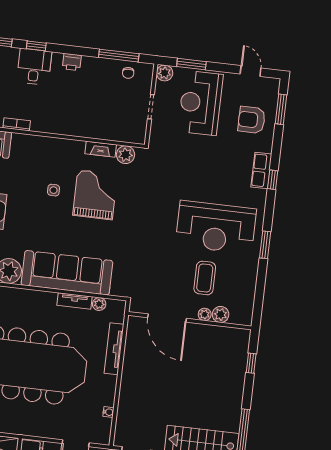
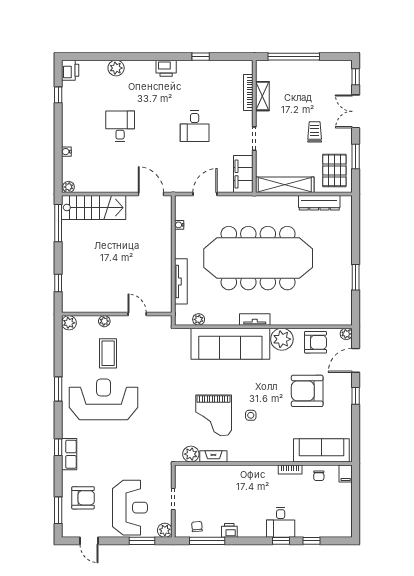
printer: (72, 62) -> (229, 530), moved
tv unit: (74, 301) -> (255, 319), moved
plant: (221, 314) -> (69, 323), moved
door: (167, 318) -> (137, 314), width x0.53

